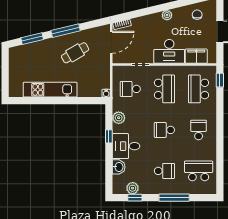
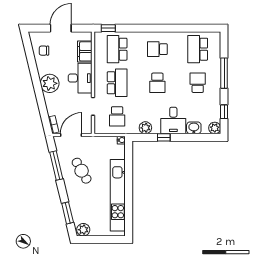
plant: (167, 15) -> (50, 83), width x1.87, depth x1.87
window: (66, 31) -> (56, 166), moved
door: (111, 42) -> (71, 135), hinge flipped
plant: (15, 55) -> (83, 230), added
school desk: (164, 89) -> (117, 83), turned 90
school desk: (199, 89) -> (117, 49), turned 90
kitchen unit: (50, 90) -> (118, 195), width x1.36
plant: (133, 188) -> (215, 128), moved

